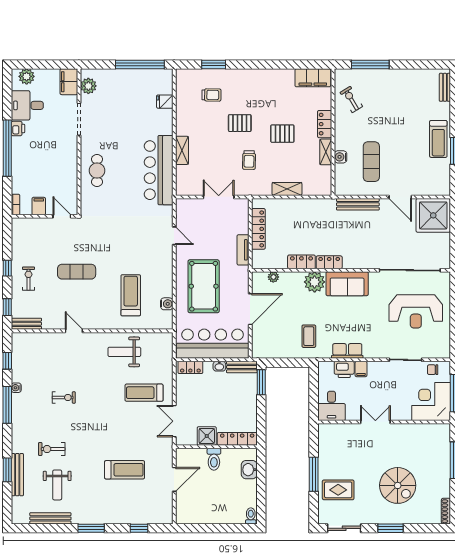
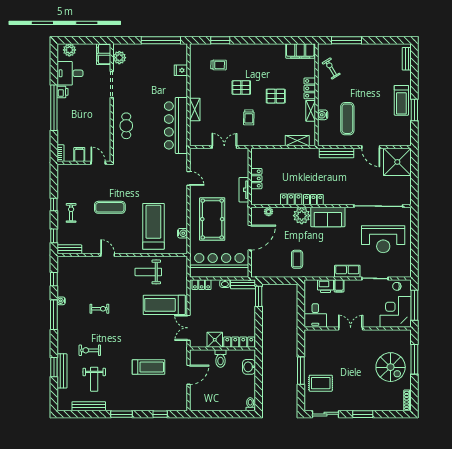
shelving: (287, 189) -> (297, 141), moved
locker: (258, 229) -> (256, 179), width x0.66
treadmill: (131, 295) -> (153, 226), width x1.37, depth x1.38
row of seats: (347, 351) -> (347, 271), moved
treadmill: (144, 393) -> (164, 305), width x1.37, depth x1.38
spiral stairs: (398, 485) -> (391, 367), moved

